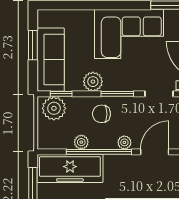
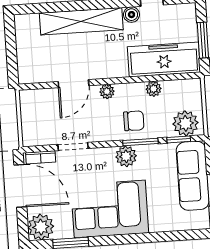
plant: (93, 82) -> (126, 156), moved
window: (117, 94) -> (140, 142), moved
window: (99, 152) -> (134, 80), removed

